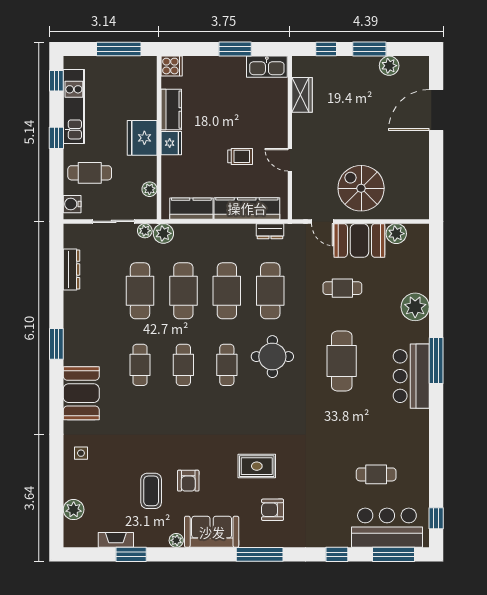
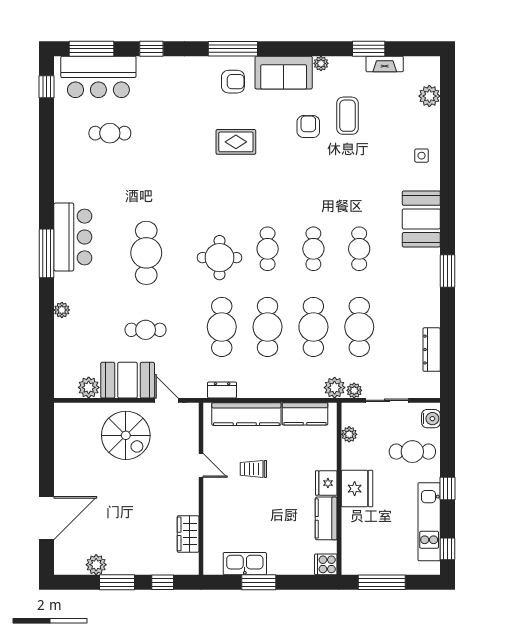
kitchen sink: (267, 67) -> (245, 564), moved
plant: (415, 307) -> (62, 310), width x0.53, depth x0.53
armchair: (273, 510) -> (233, 82), moved

